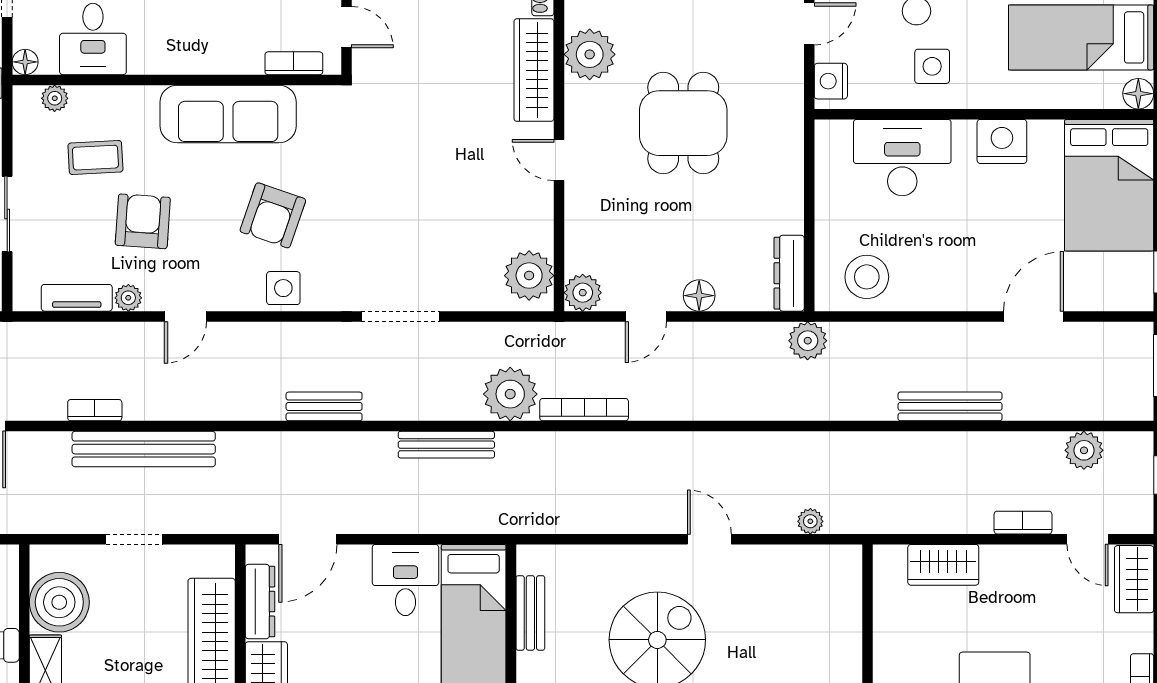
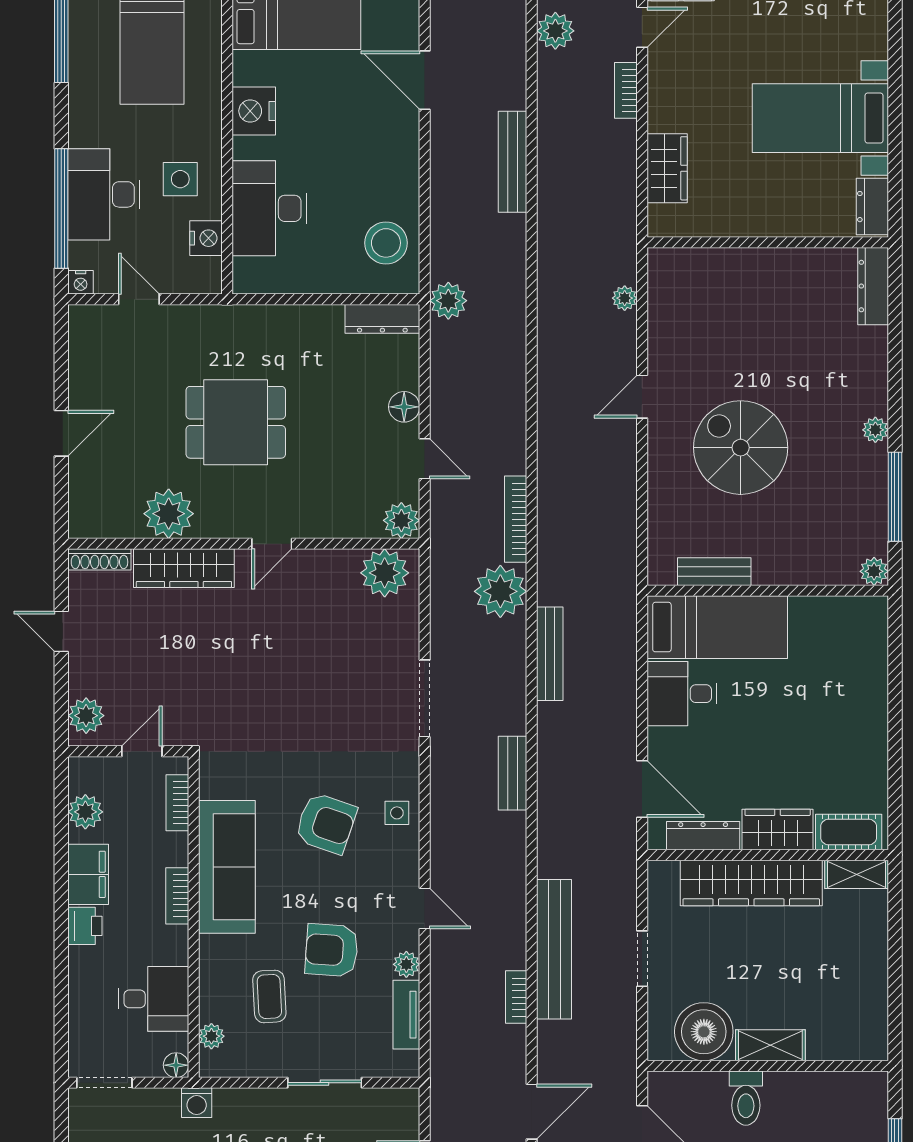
bookcase: (198, 63) -> (177, 896), added
nightstand: (831, 81) -> (206, 238), moved, turned -90
side table: (283, 288) -> (397, 813), width x0.73, depth x0.73

